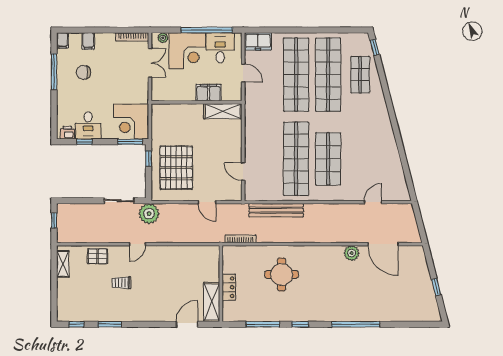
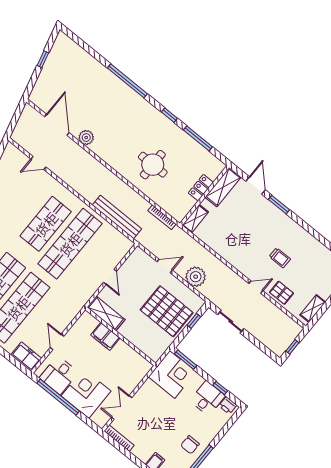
plant: (163, 38) -> (96, 419), removed
chair: (84, 72) -> (190, 445), moved, turned 90
filing cabinet: (208, 93) -> (105, 336), moved
wall: (197, 102) -> (120, 336), moved
shelving: (223, 111) -> (106, 313), moved
window: (149, 159) -> (194, 321), moved
pallet: (176, 168) -> (167, 311), turned 90
door: (243, 171) -> (110, 277), moved
door: (207, 202) -> (165, 266), hinge flipped
plant: (149, 214) -> (196, 277), moved
door: (137, 244) -> (256, 287), moved
shelving: (213, 259) -> (195, 219), added
window: (110, 324) -> (279, 205), moved
door: (187, 324) -> (256, 186), swing flipped

